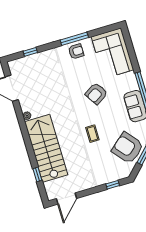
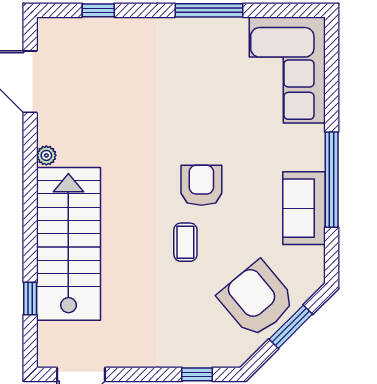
armchair: (76, 51) -> (204, 41), removed
armchair: (96, 94) -> (201, 185), moved, turned 122

